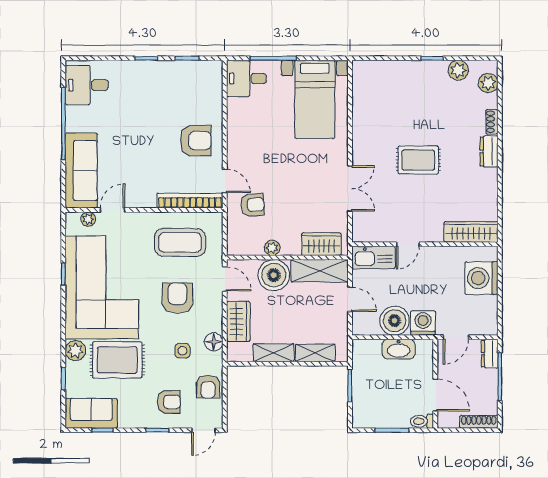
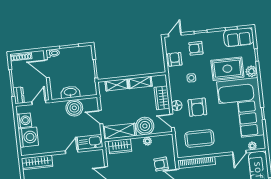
washing machine: (423, 323) -> (24, 120), moved, turned -90
floor lamp: (214, 342) -> (177, 105), moved

